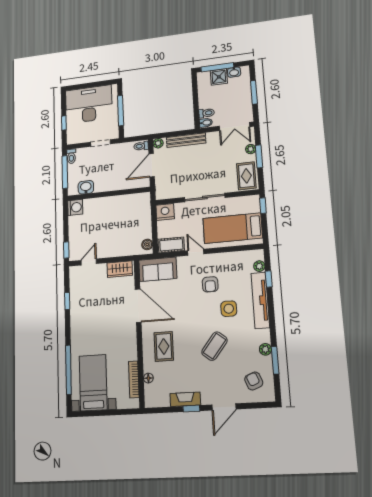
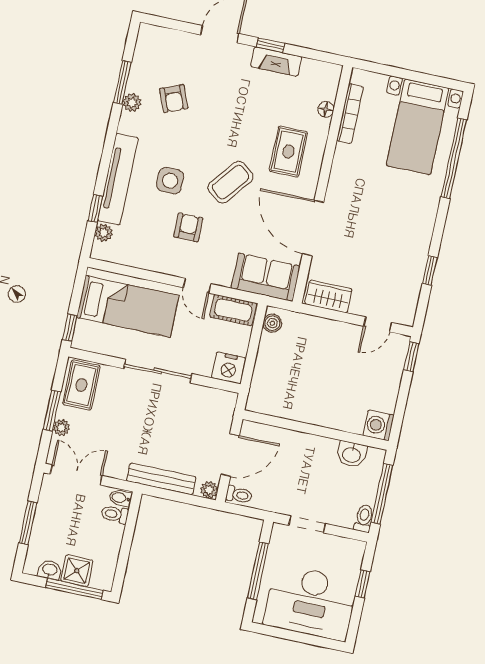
coffee table: (214, 346) -> (231, 182), moved
armchair: (254, 381) -> (174, 99), moved

